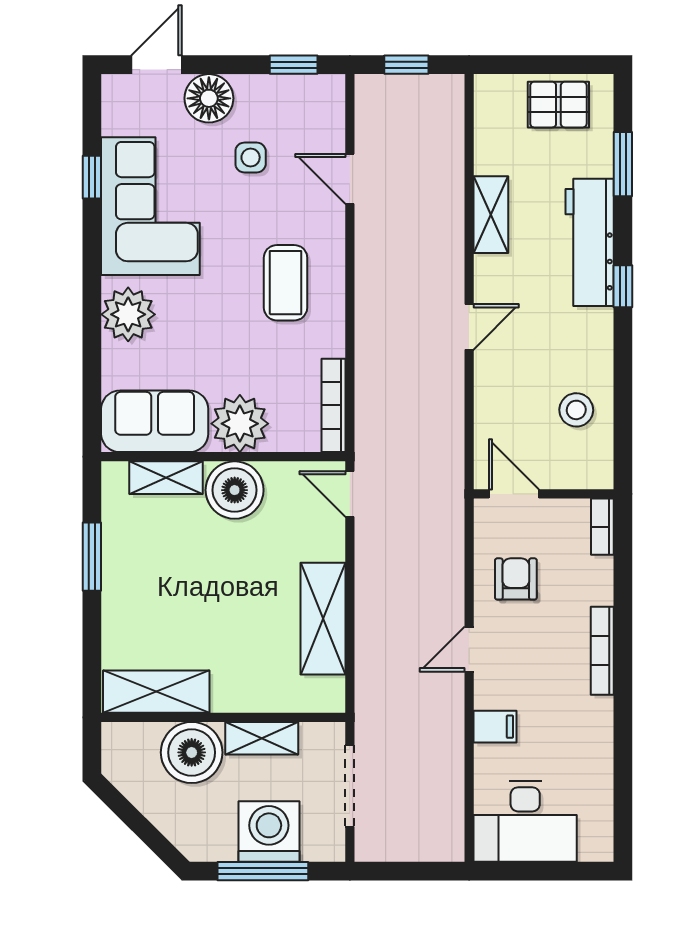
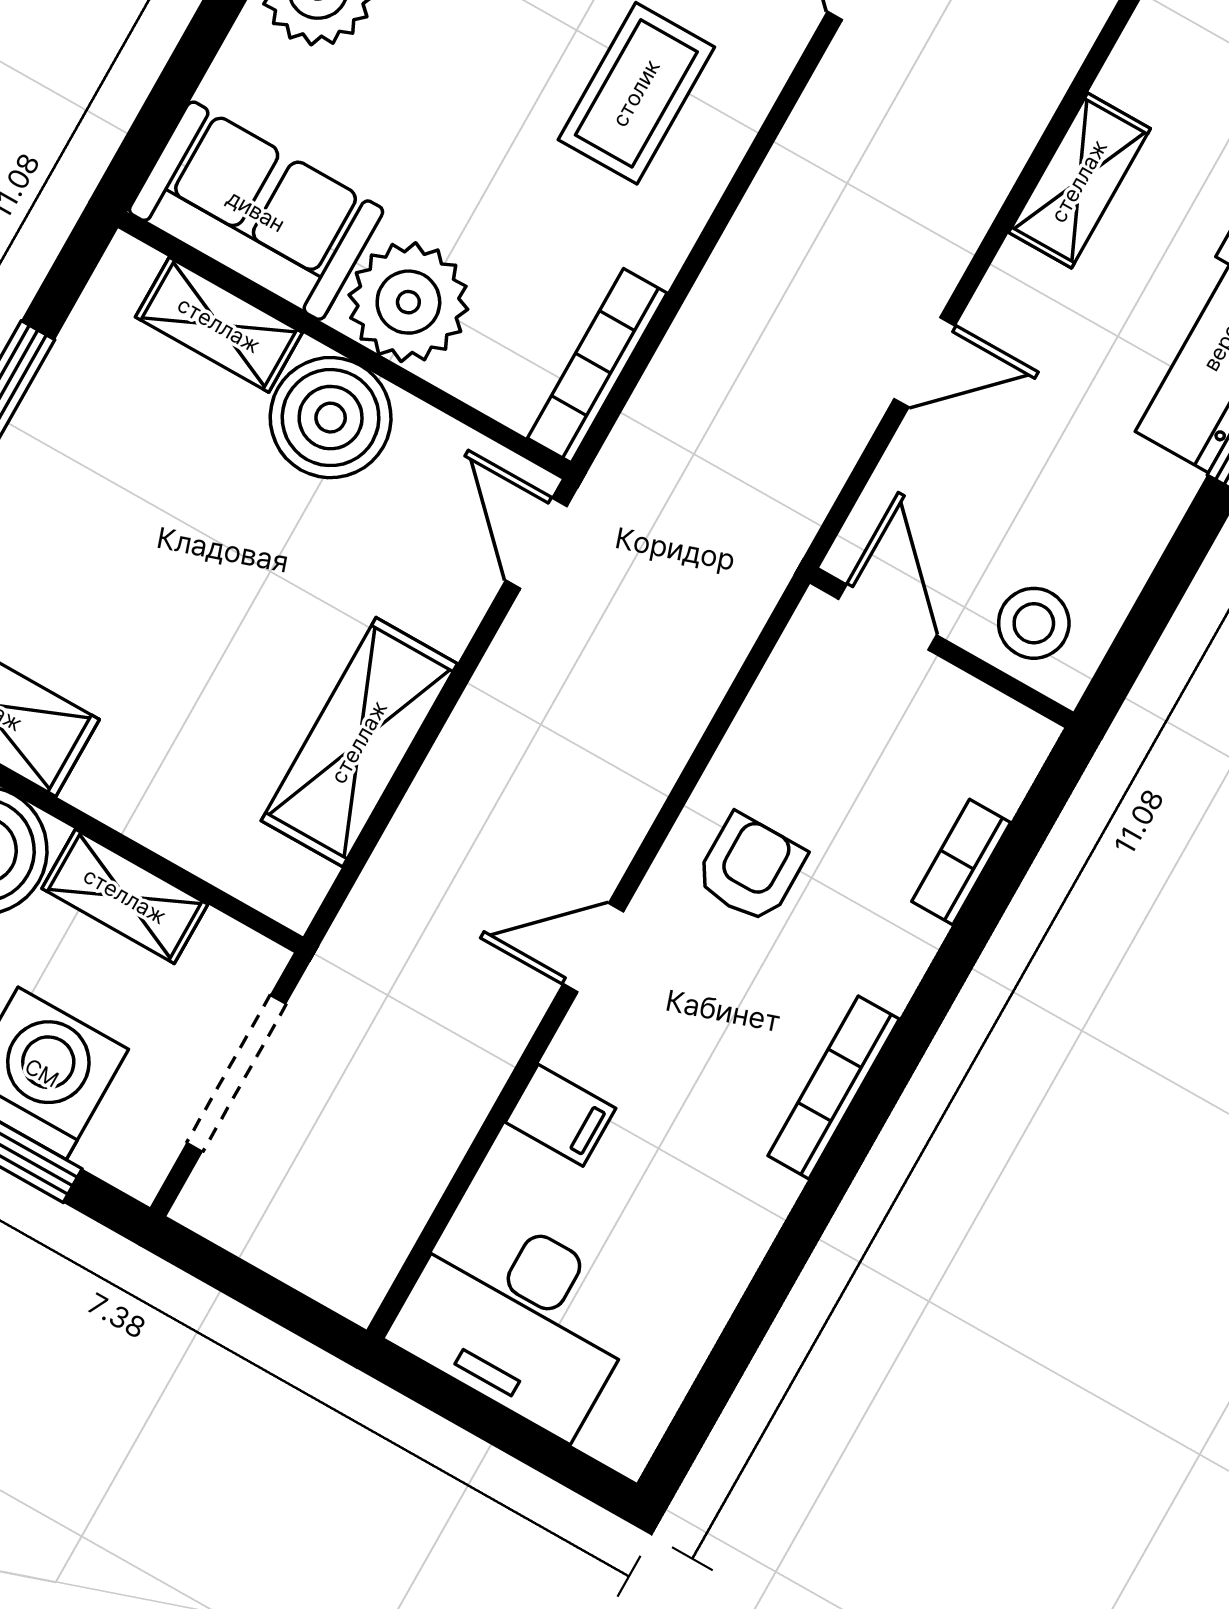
door: (514, 494) -> (888, 617), moved
wall: (544, 494) -> (942, 648), moved

